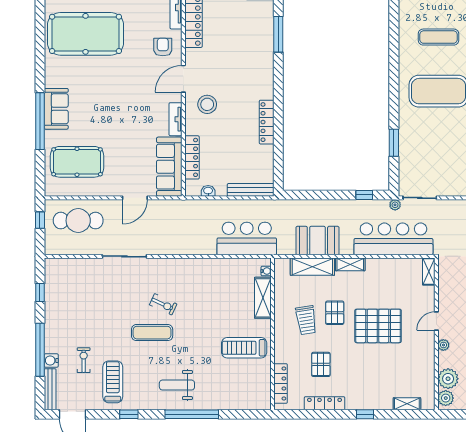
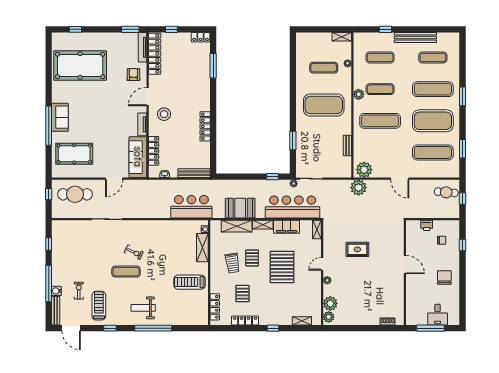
filing cabinet: (385, 268) -> (287, 227), added
pallet: (378, 326) -> (282, 267), turned 90

